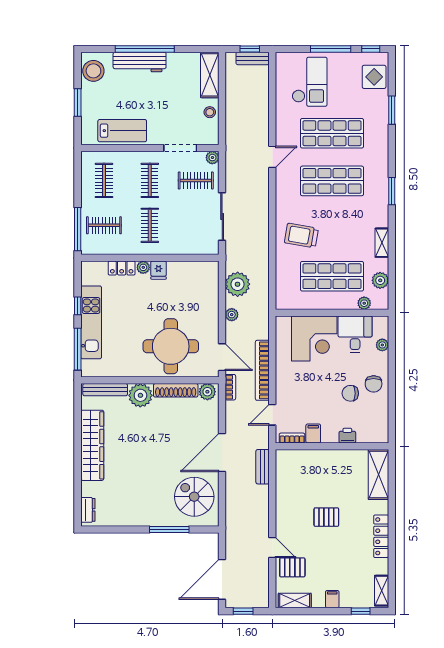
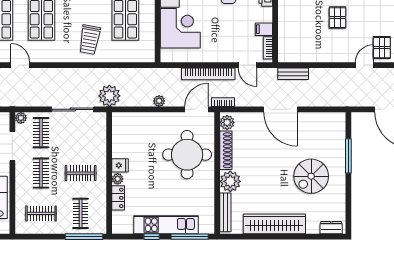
clothes rail: (150, 180) -> (41, 173), turned 90
plant: (238, 284) -> (109, 96), moved
spiral stairs: (194, 497) -> (311, 176), moved

